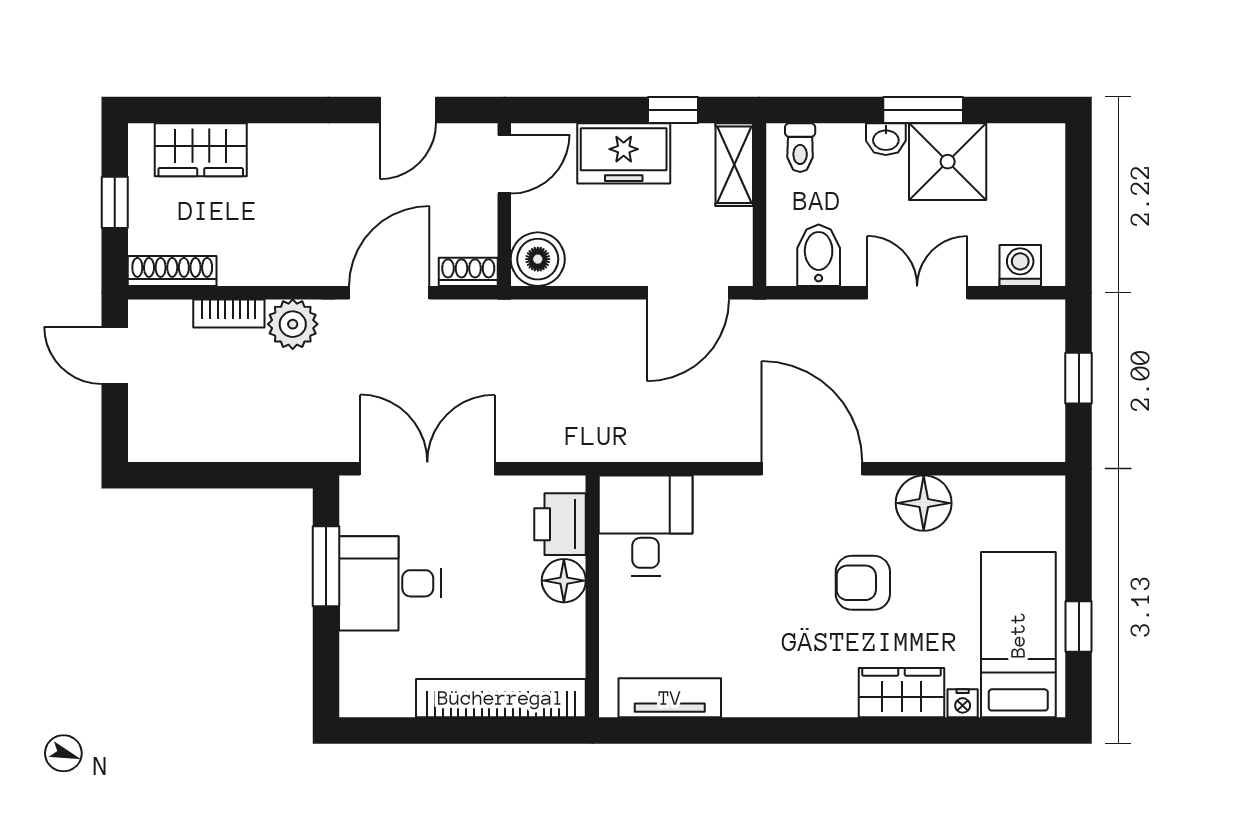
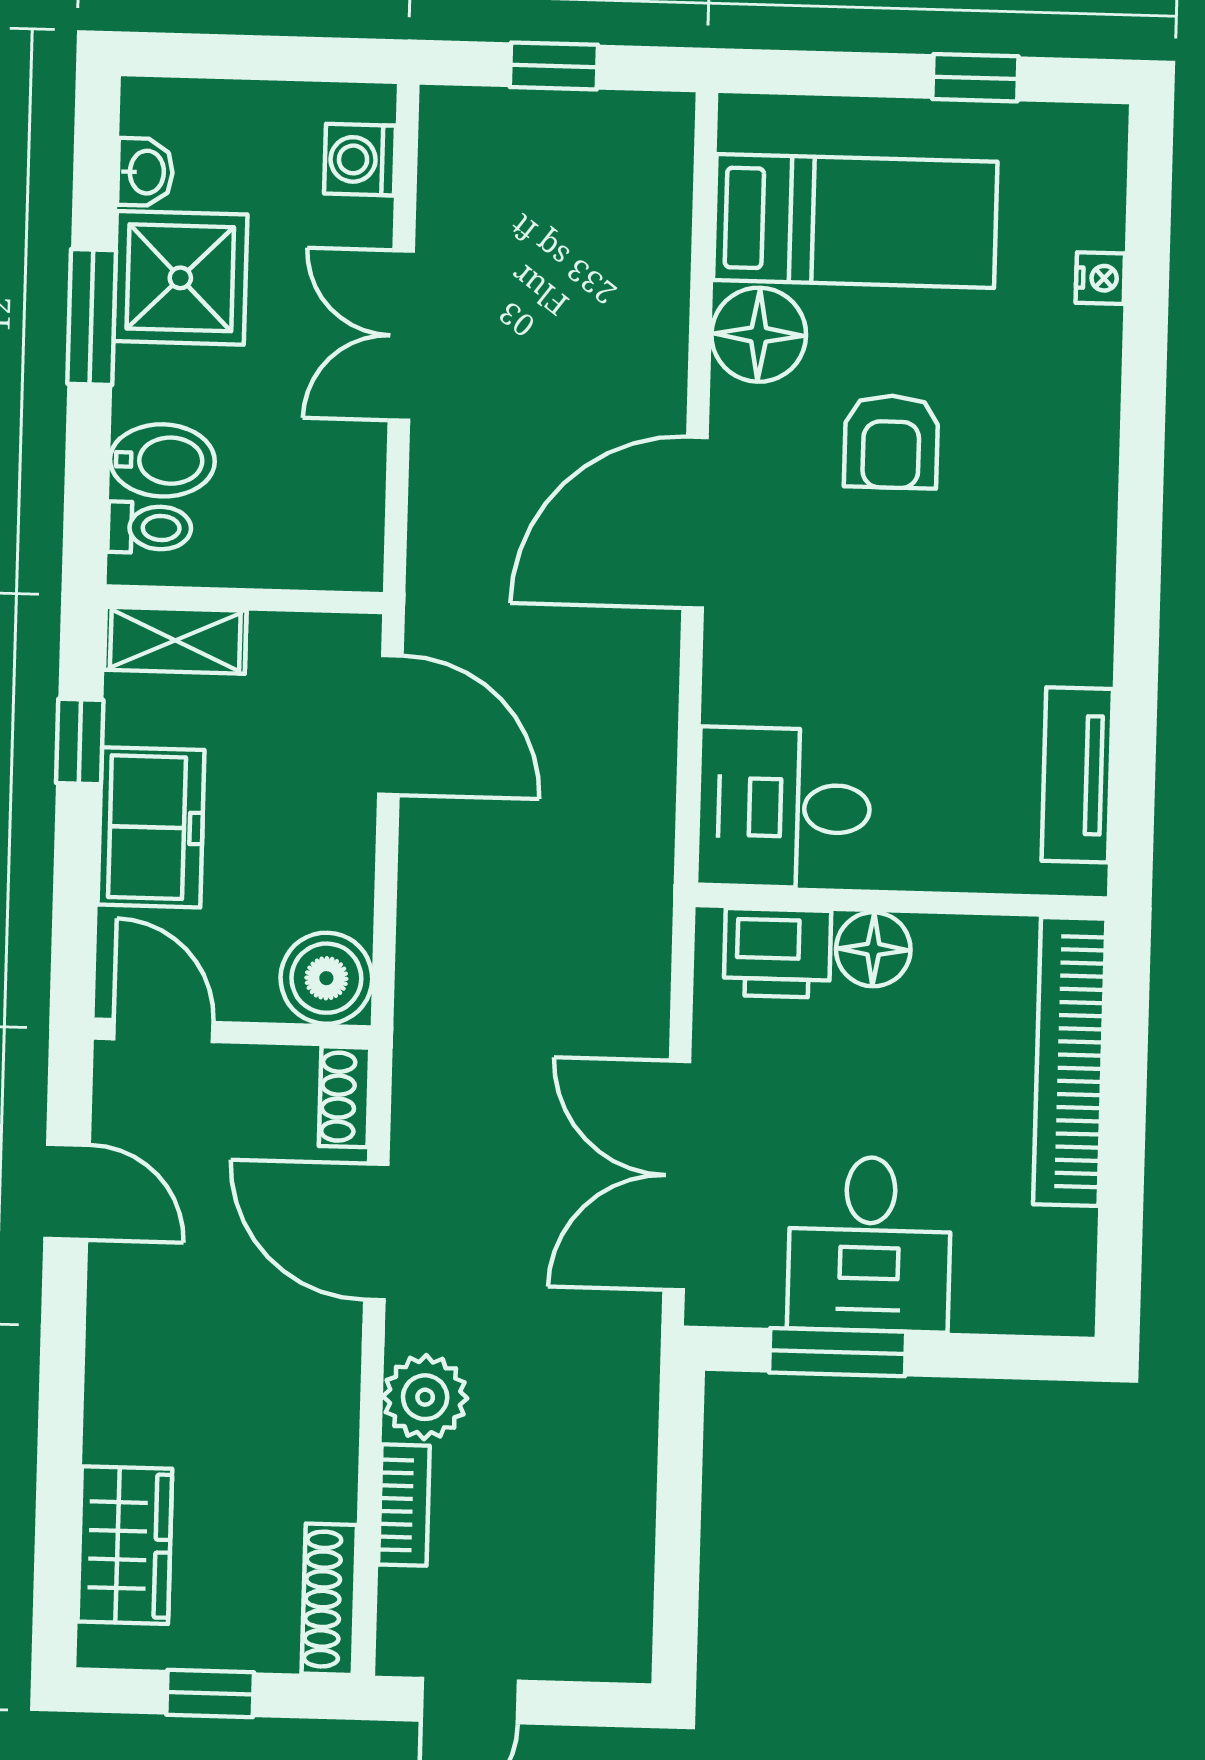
washbasin: (886, 139) -> (145, 172), moved
bidet: (819, 255) -> (162, 460), moved, turned 180
bed: (1018, 635) -> (855, 221), moved, turned 180
wardrobe: (902, 693) -> (1079, 381), removed

